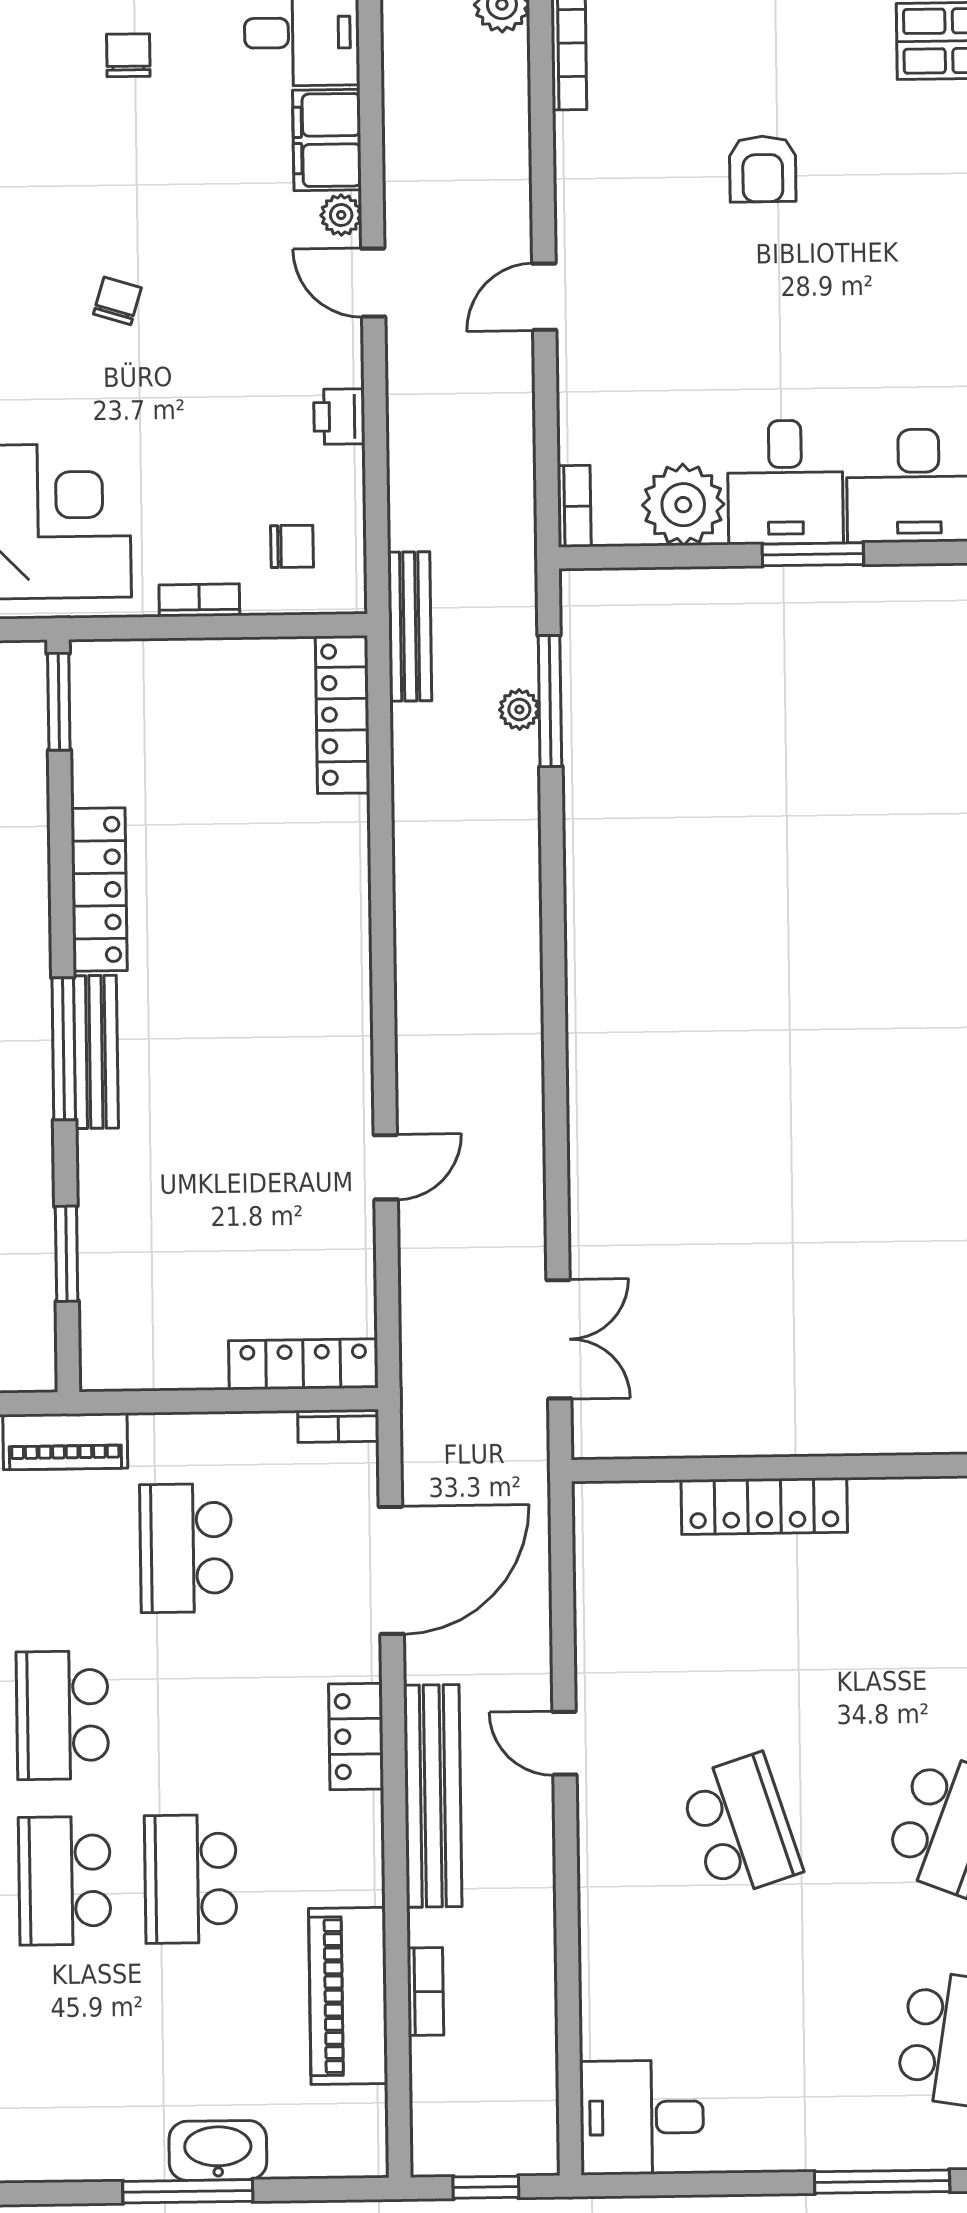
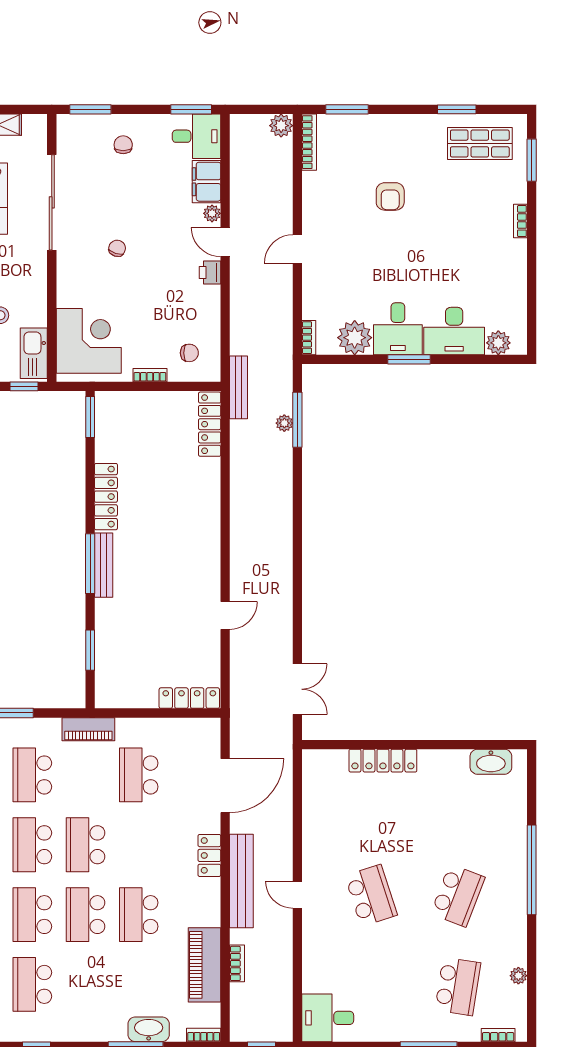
printer: (339, 417) -> (210, 272), moved
bookcase: (338, 1426) -> (204, 1035), moved, turned 180
door: (565, 1743) -> (297, 895), moved

